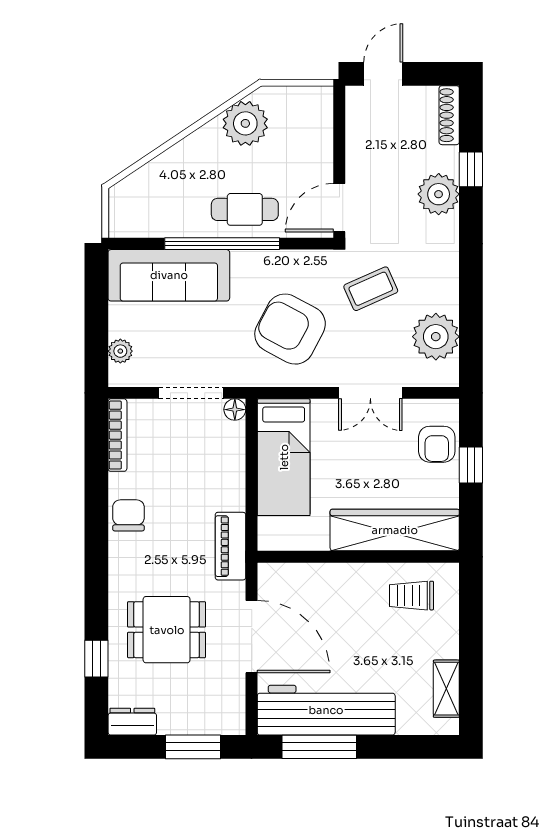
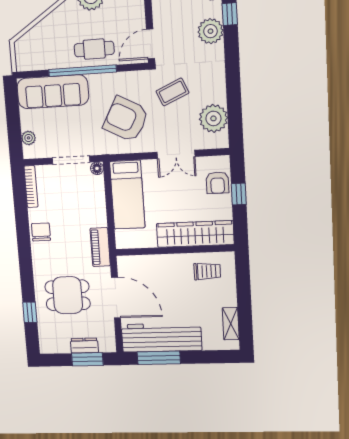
trolley: (411, 596) -> (207, 271), turned 180
dresser: (132, 722) -> (84, 346), moved

